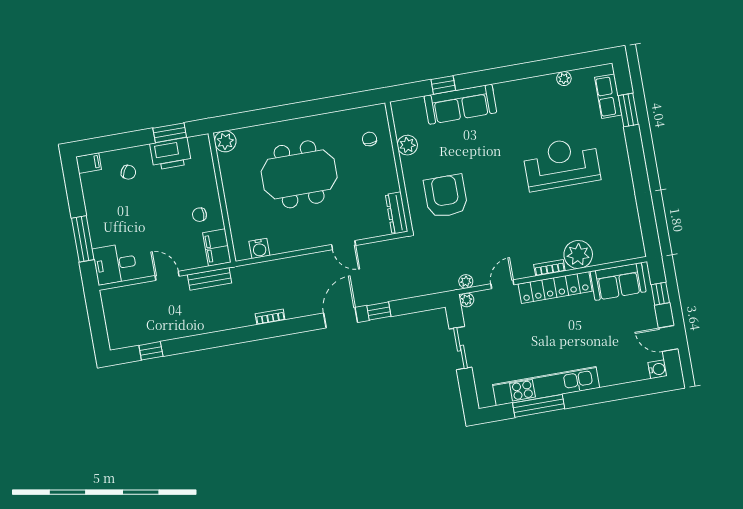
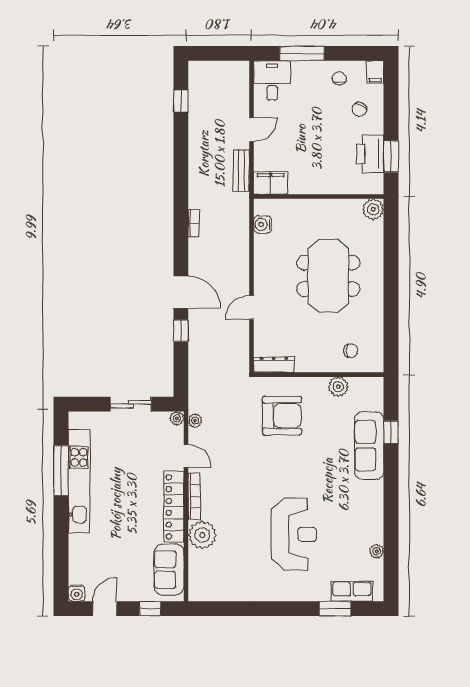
chair: (200, 215) -> (339, 78), moved
bookcase: (549, 268) -> (194, 496), width x1.56

